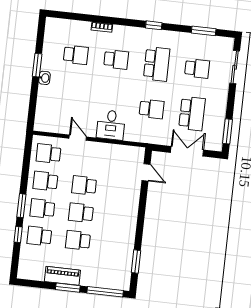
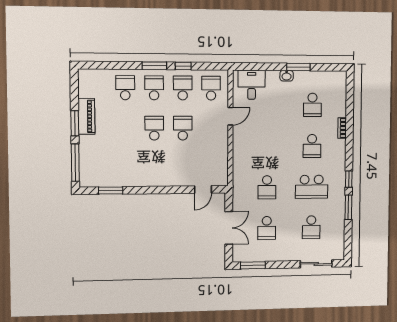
window: (204, 31) -> (348, 207), moved
school desk: (192, 114) -> (267, 228), width x0.54
desk: (111, 125) -> (252, 85), moved, turned 90
window: (18, 235) -> (183, 66), moved
school desk: (78, 240) -> (125, 128), removed

